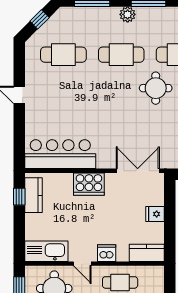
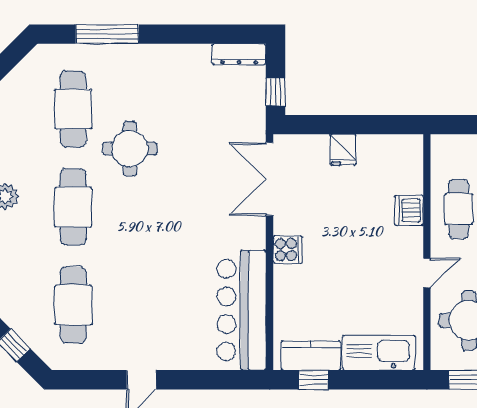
cooker: (89, 184) -> (288, 250), width x0.53, depth x0.76
kitchen sink: (46, 251) -> (379, 353), moved, turned 90
dishwasher: (107, 253) -> (409, 210), moved
kitchen counter: (147, 253) -> (409, 164), removed

